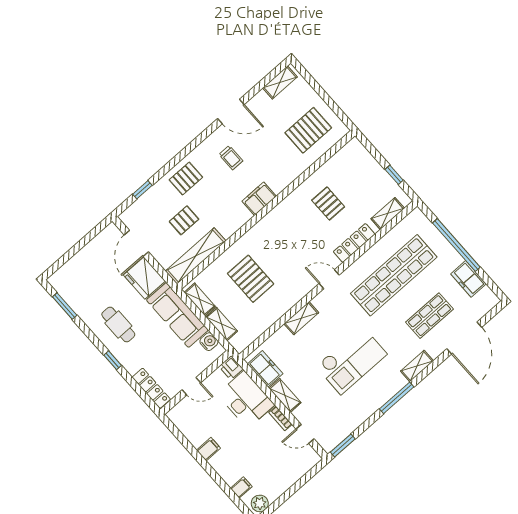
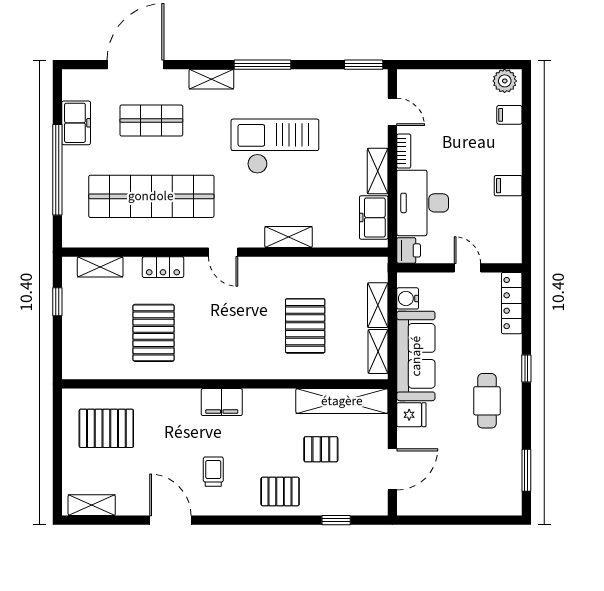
pallet: (328, 203) -> (154, 333), width x1.50, depth x1.42
locker: (354, 243) -> (163, 267), width x0.66
fridge: (144, 278) -> (411, 415), width x0.53, depth x0.75

